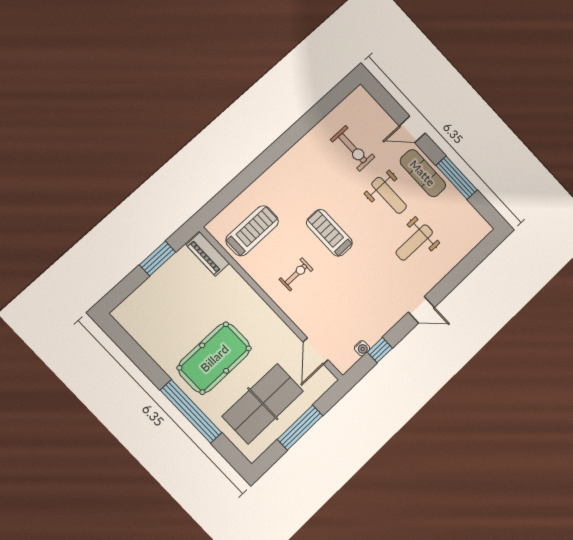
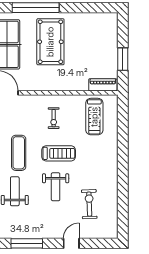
exercise bike: (353, 148) -> (89, 204), turned 88
exercise mat: (423, 173) -> (19, 153), moved, turned 90
weight bench: (389, 195) -> (56, 187), moved, turned -90

